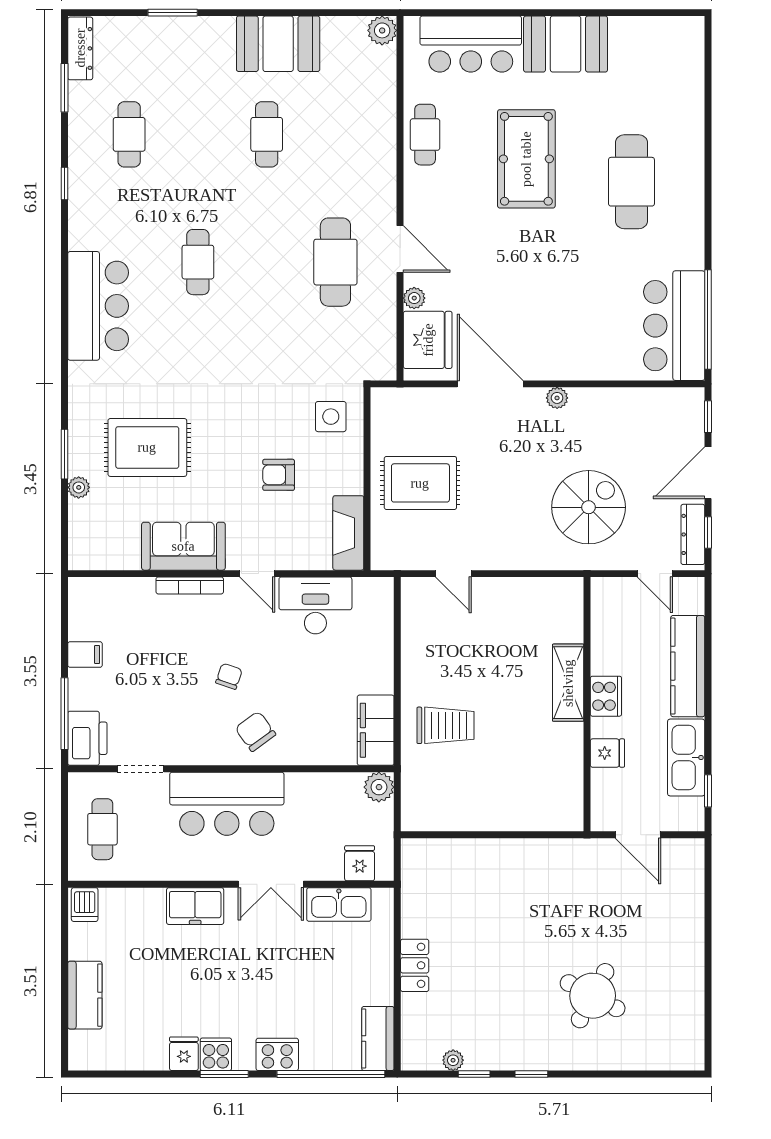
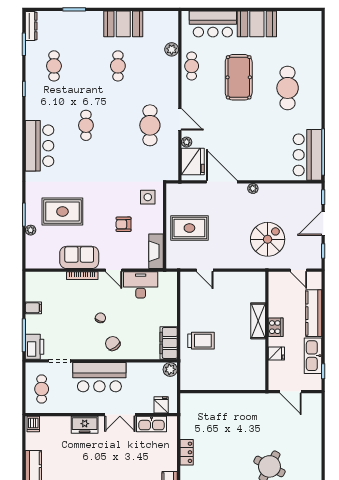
plant: (382, 30) -> (172, 49), moved
dresser: (693, 534) -> (316, 252), removed

